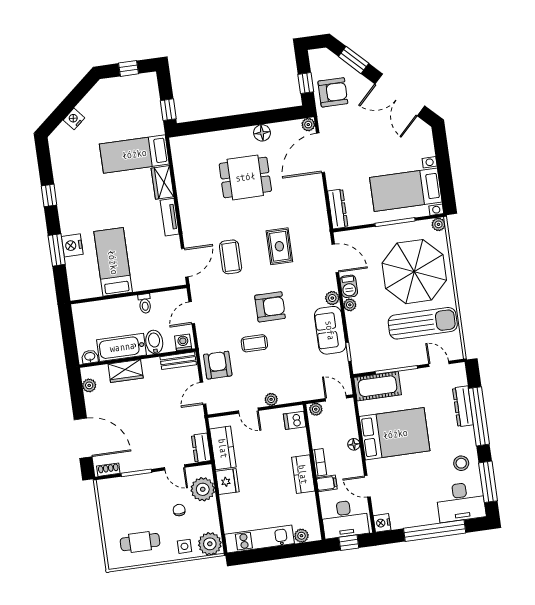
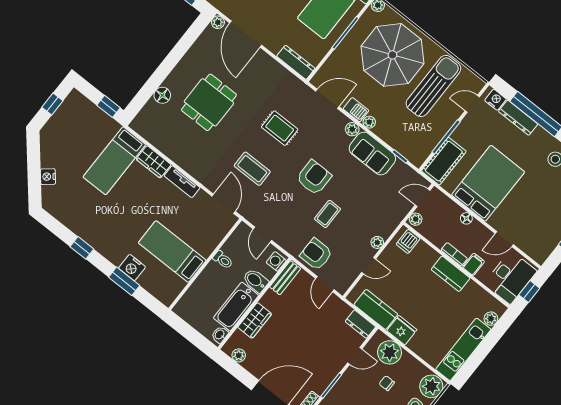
floor lamp: (262, 133) -> (162, 95), moved
nightstand: (382, 523) -> (495, 100), moved, turned 180

